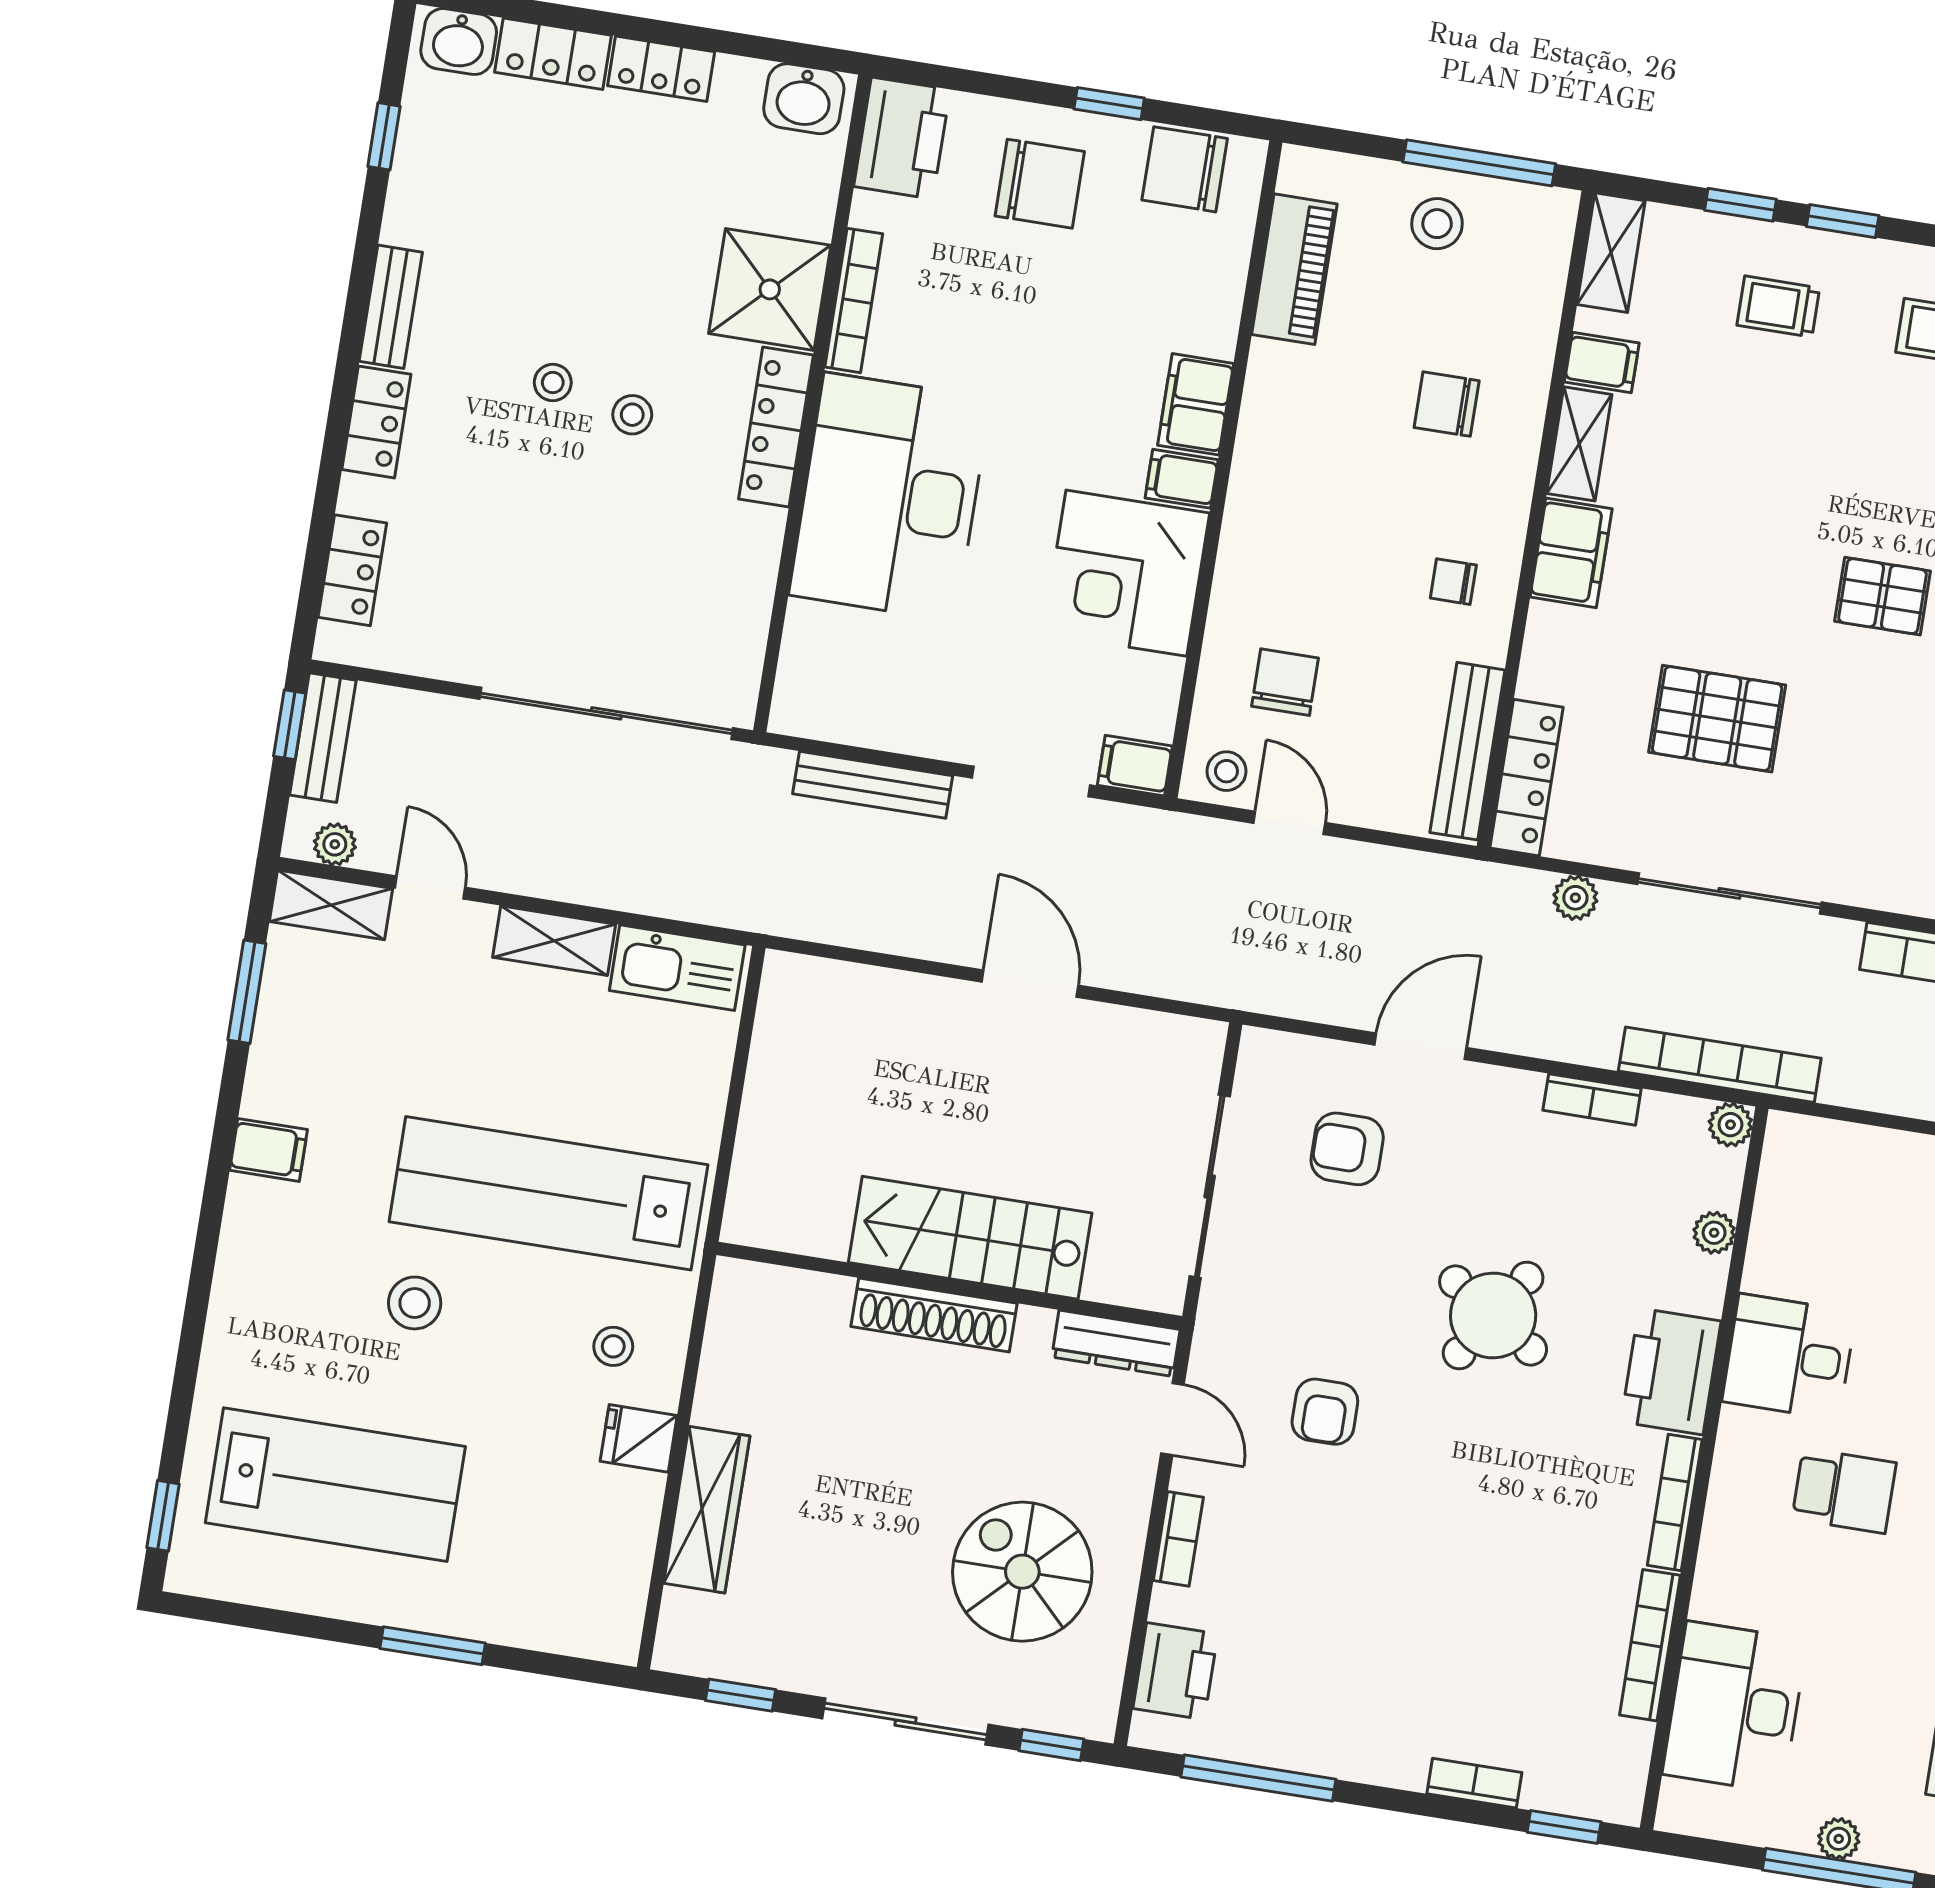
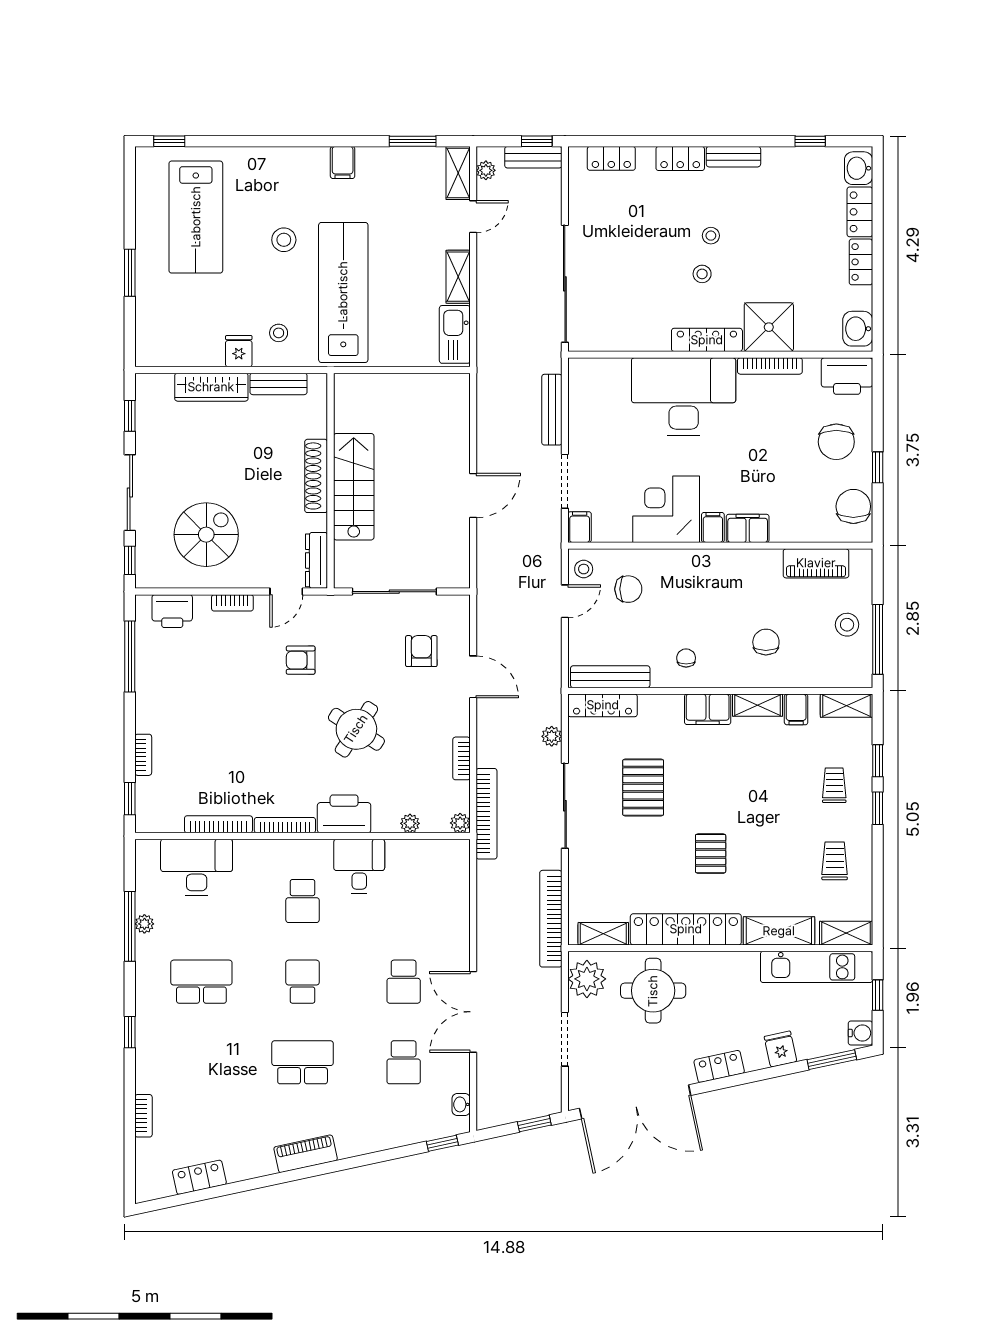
bench: (723, 1364) -> (279, 384), added

